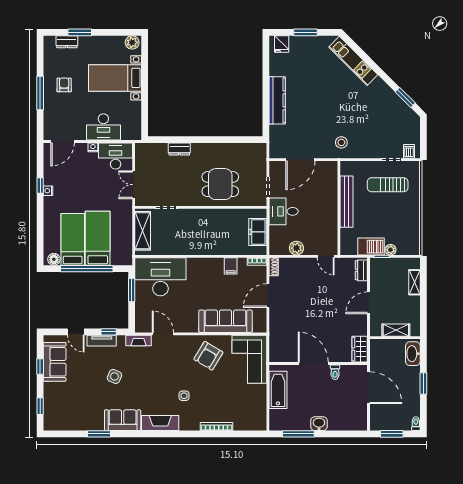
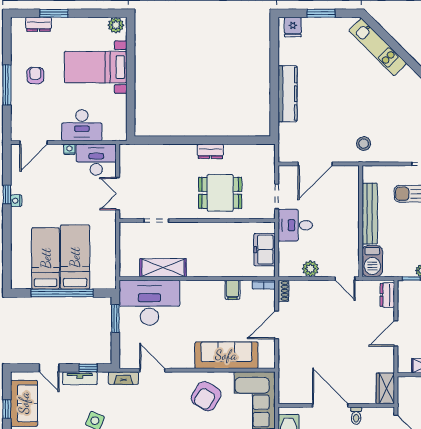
dresser: (179, 149) -> (210, 151), moved
shelving: (143, 231) -> (163, 268), moved, turned 90
barbecue: (371, 247) -> (372, 261), moved, turned 90
floor lamp: (54, 259) -> (23, 282), removed

